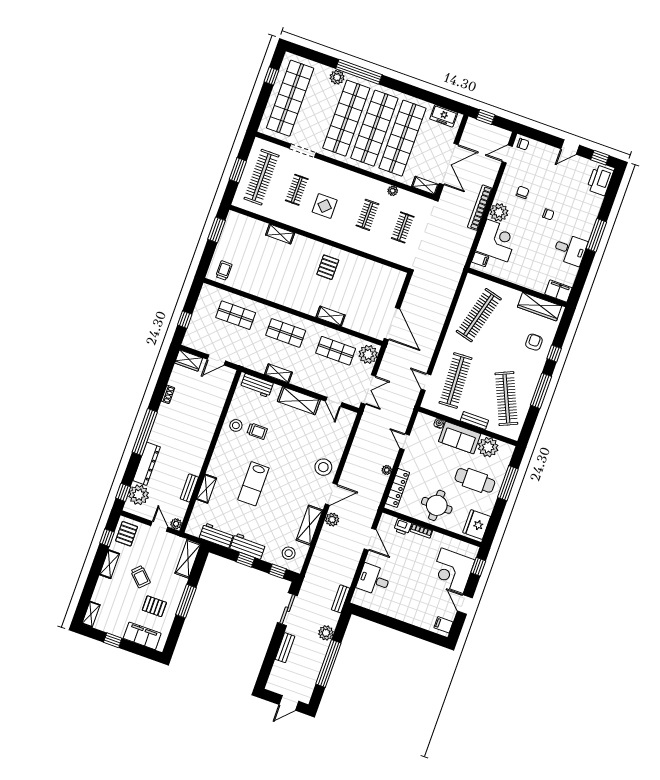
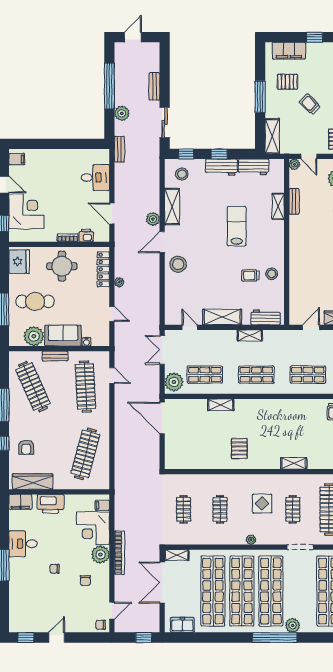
printer: (600, 180) -> (51, 504), moved, turned 90
plant: (393, 191) -> (251, 540), moved

